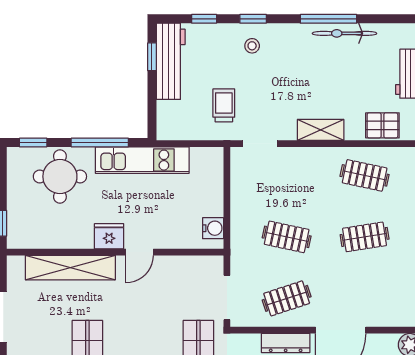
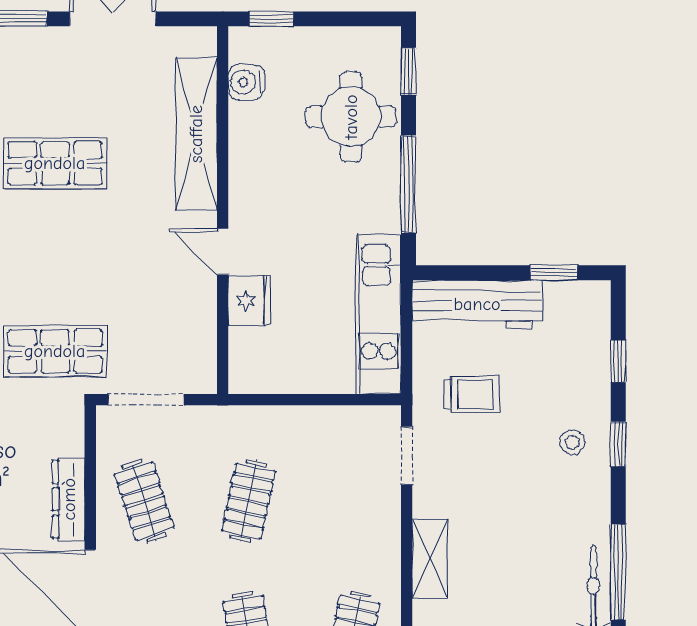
workbench: (171, 61) -> (477, 304), moved
kitchen unit: (142, 160) -> (379, 314), moved
water cooler: (213, 228) -> (246, 82), moved, turned 90
fridge: (109, 236) -> (250, 301), moved

